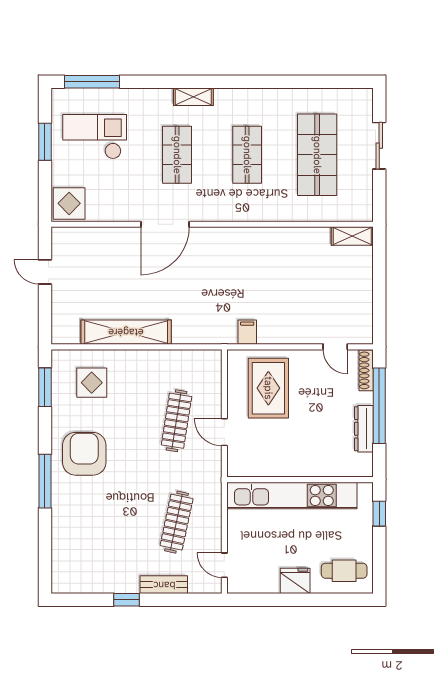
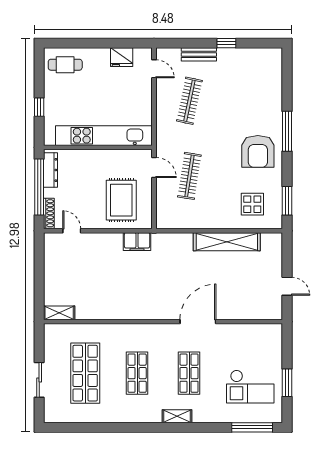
display table: (69, 203) -> (269, 337), removed
filing cabinet: (247, 332) -> (137, 242), width x2.00
wall: (300, 480) -> (98, 147), moved
kitchen unit: (292, 496) -> (104, 136), moved
fridge: (295, 581) -> (122, 57), moved

